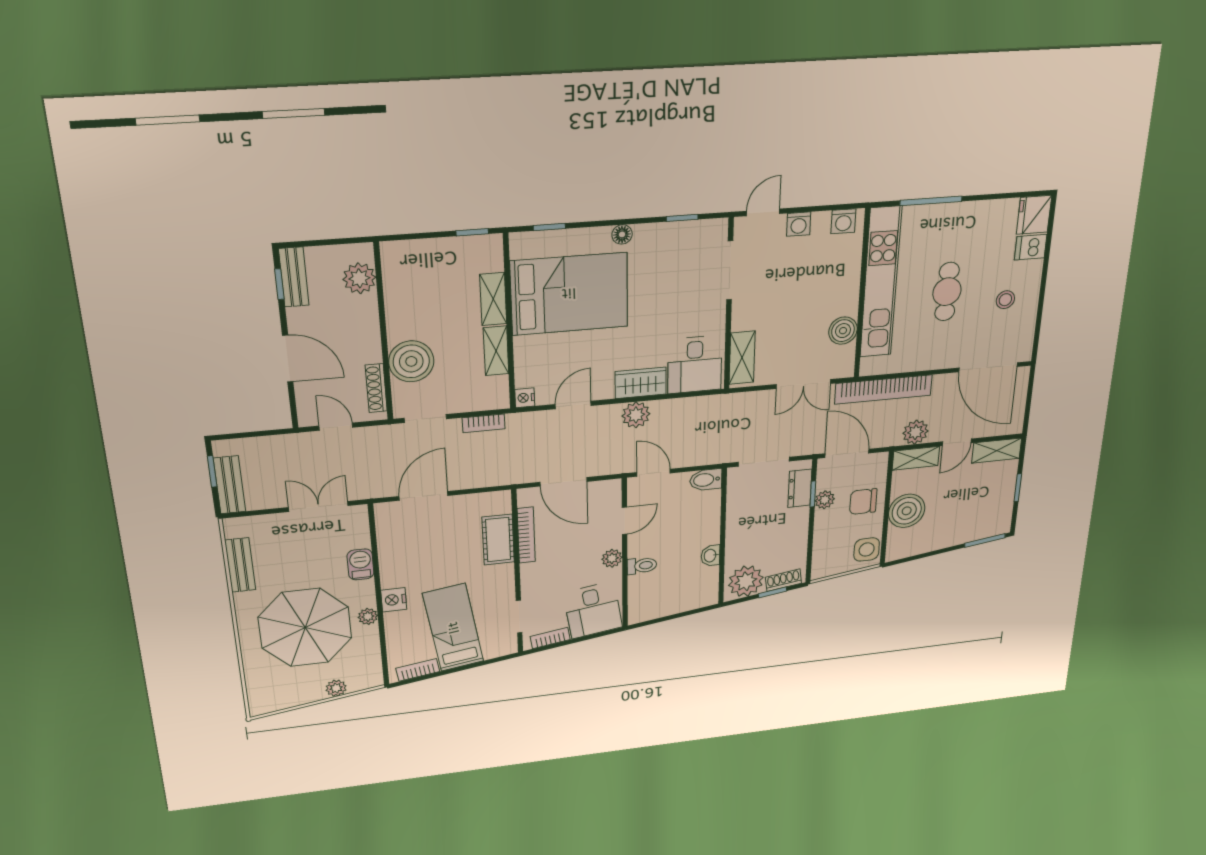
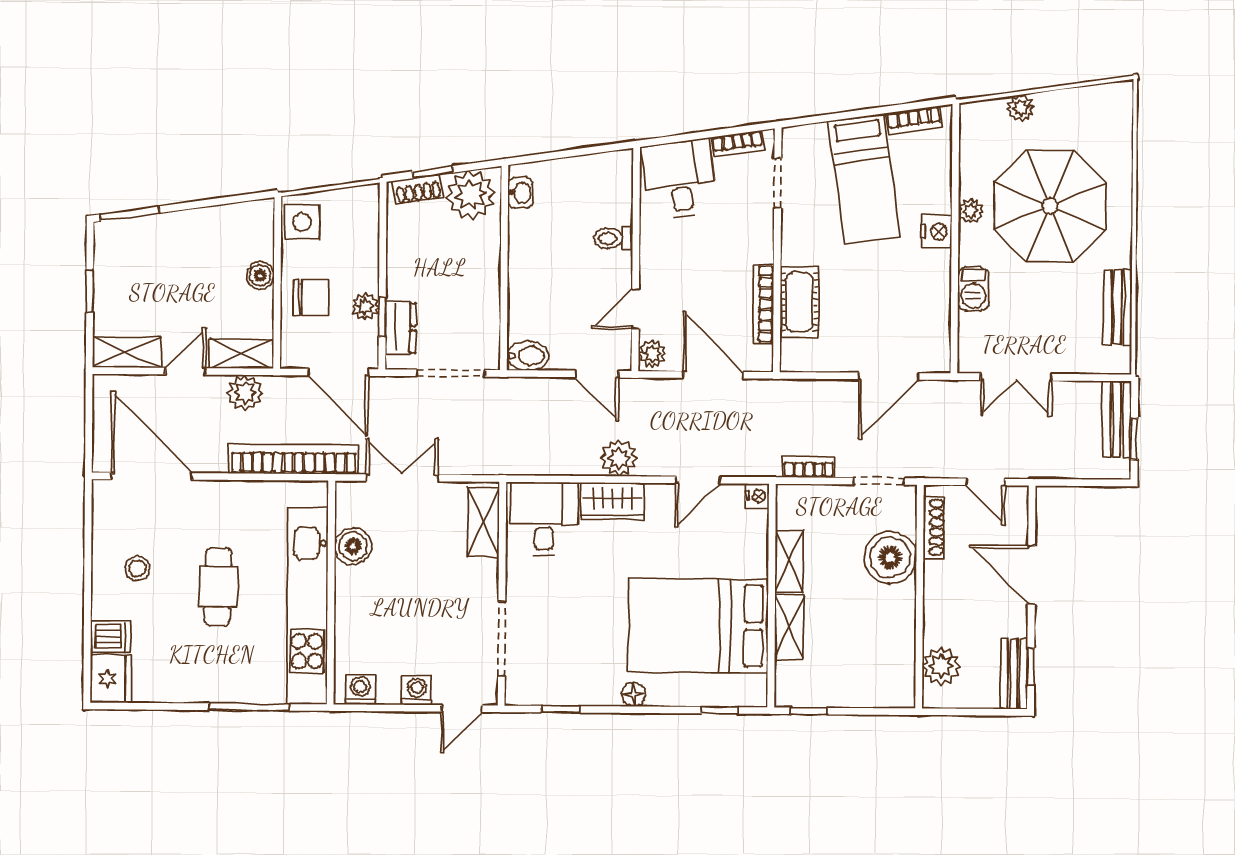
boiler: (907, 511) -> (260, 275), width x0.54, depth x0.54
washbasin: (711, 556) -> (520, 193), moved
plant: (612, 558) -> (652, 354), moved

